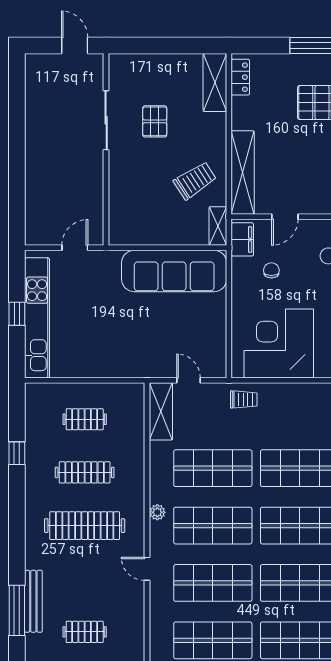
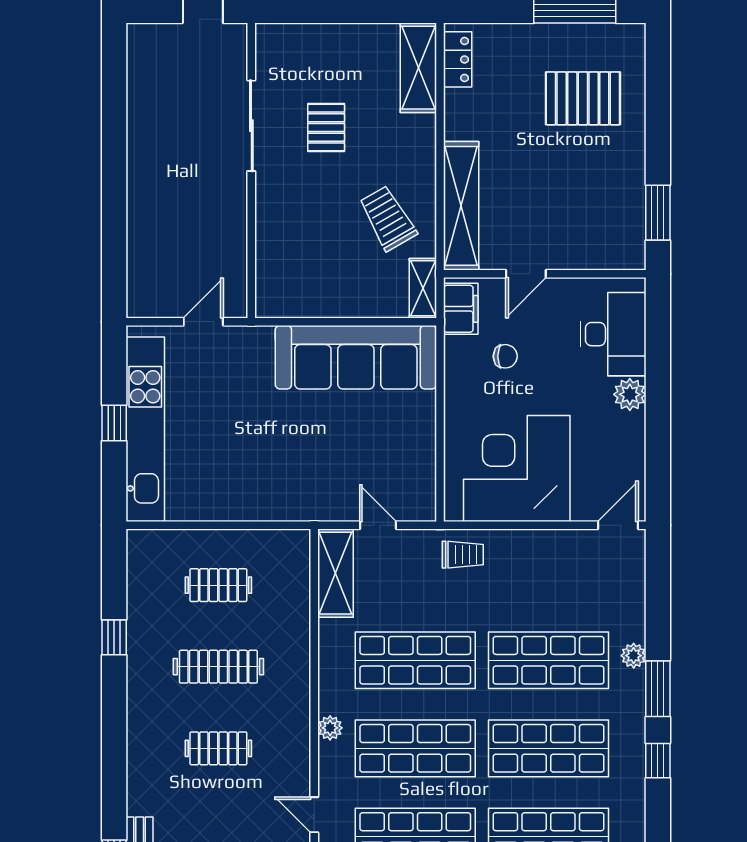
trolley: (195, 180) -> (388, 218), turned -87
chair: (271, 270) -> (505, 356), turned 90
clothes rail: (85, 526) -> (218, 748), width x0.54, depth x0.76

